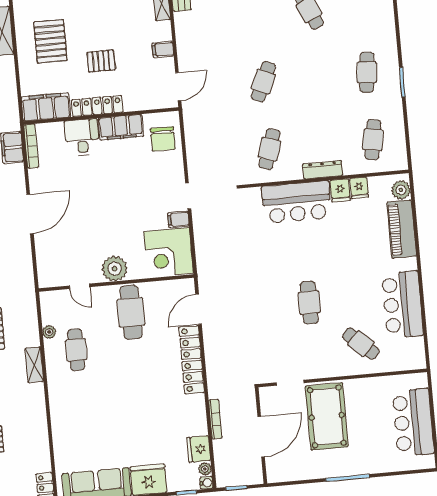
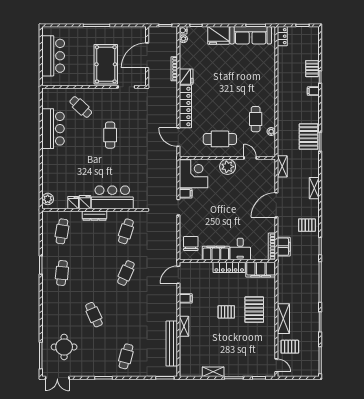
pallet: (101, 61) -> (226, 312), moved
piano: (402, 229) -> (49, 175), removed
door: (199, 309) -> (178, 137), swing flipped
cafe table: (131, 312) -> (220, 139), turned 90
shelving: (34, 365) -> (282, 166), moved
fridge: (199, 449) -> (186, 77), moved

